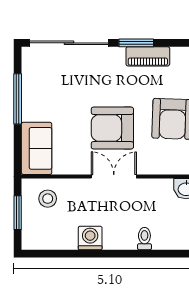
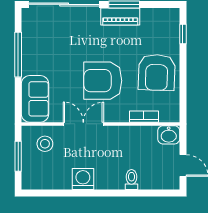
piano: (148, 56) -> (120, 17), moved
bookcase: (158, 168) -> (144, 117), added
double door: (114, 176) -> (83, 124), moved

